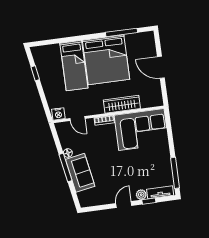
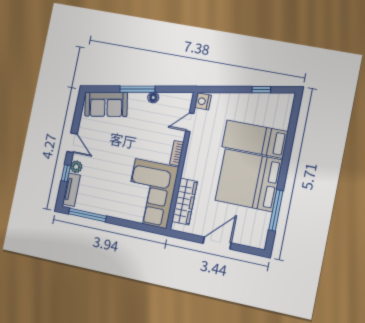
wardrobe: (122, 104) -> (185, 202), moved
sofa: (80, 173) -> (106, 104), moved

